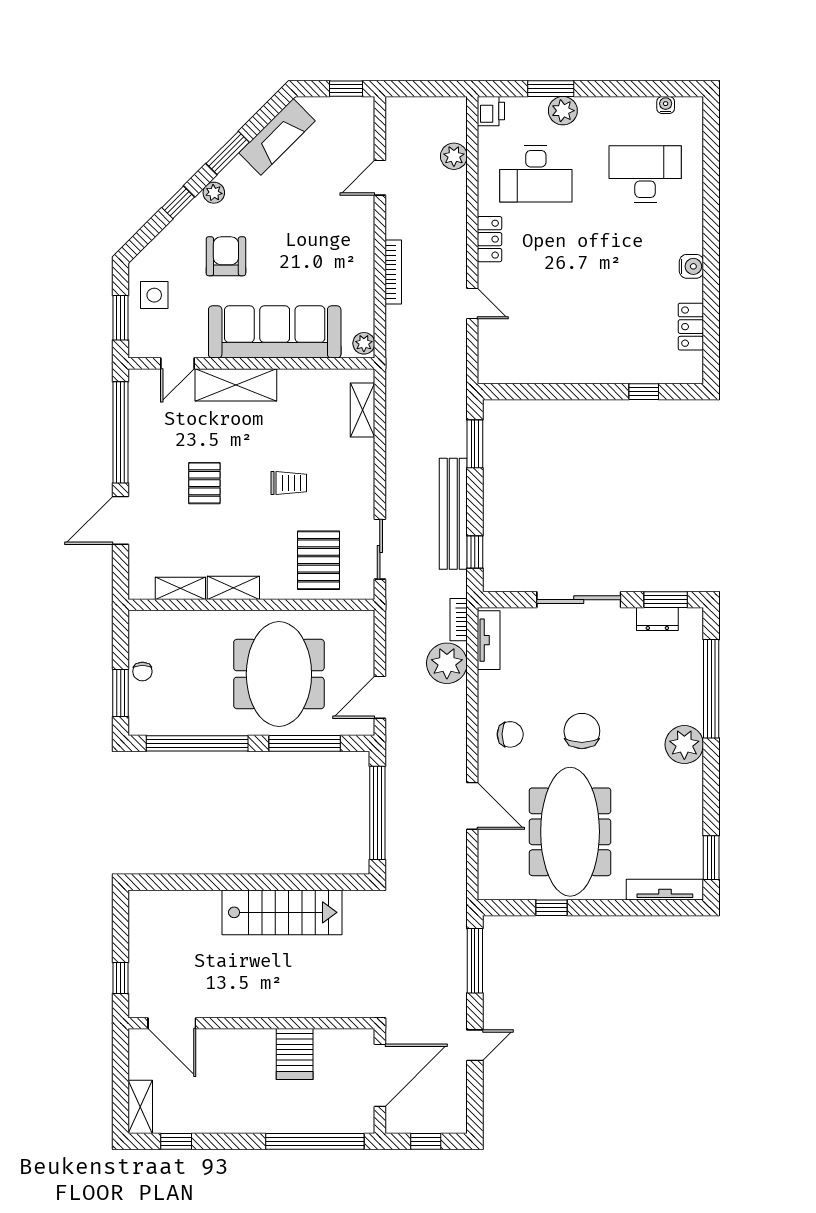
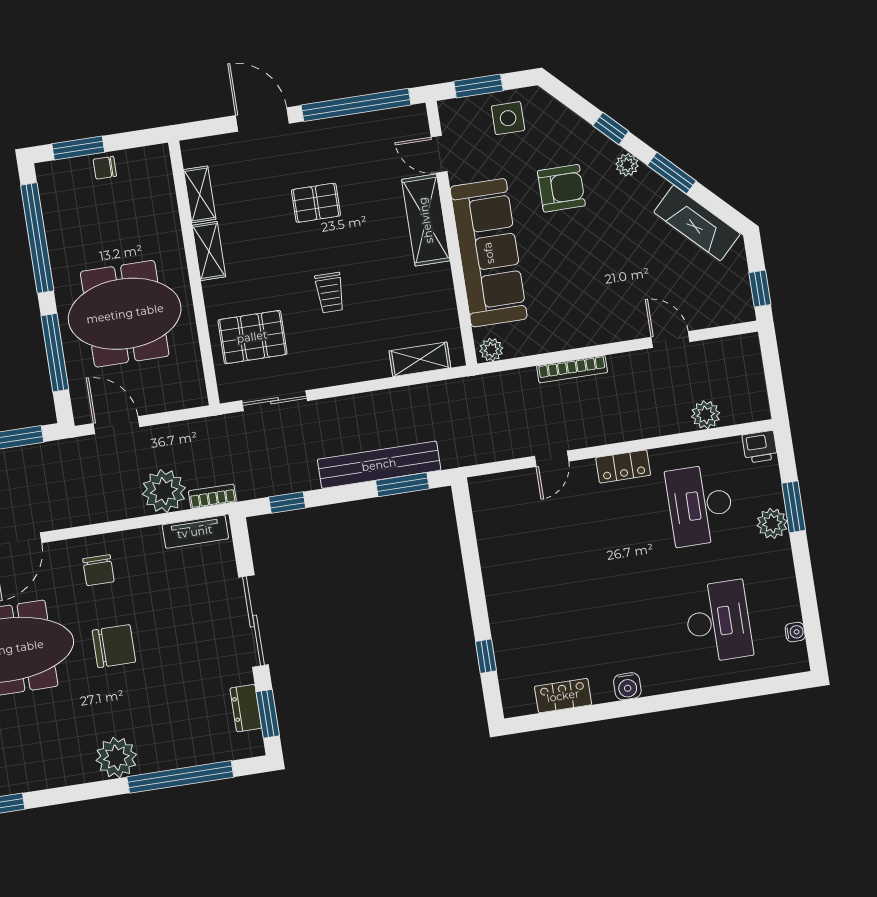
bench: (453, 514) -> (379, 465), moved

